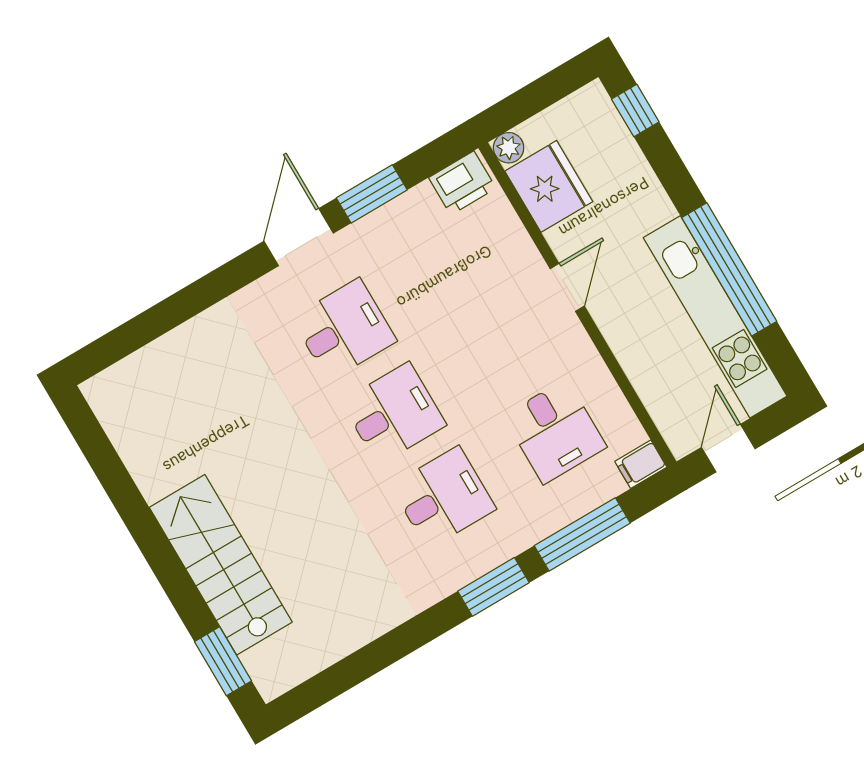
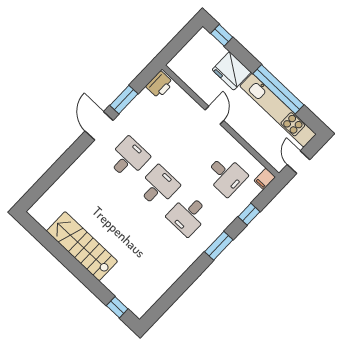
plant: (509, 148) -> (174, 65), removed
fridge: (549, 186) -> (232, 71), moved, turned 180
desk: (443, 497) -> (188, 215), turned 180
window: (582, 534) -> (249, 214), width x0.46
stairs: (221, 565) -> (82, 246), moved
window: (223, 661) -> (117, 307), width x0.67

